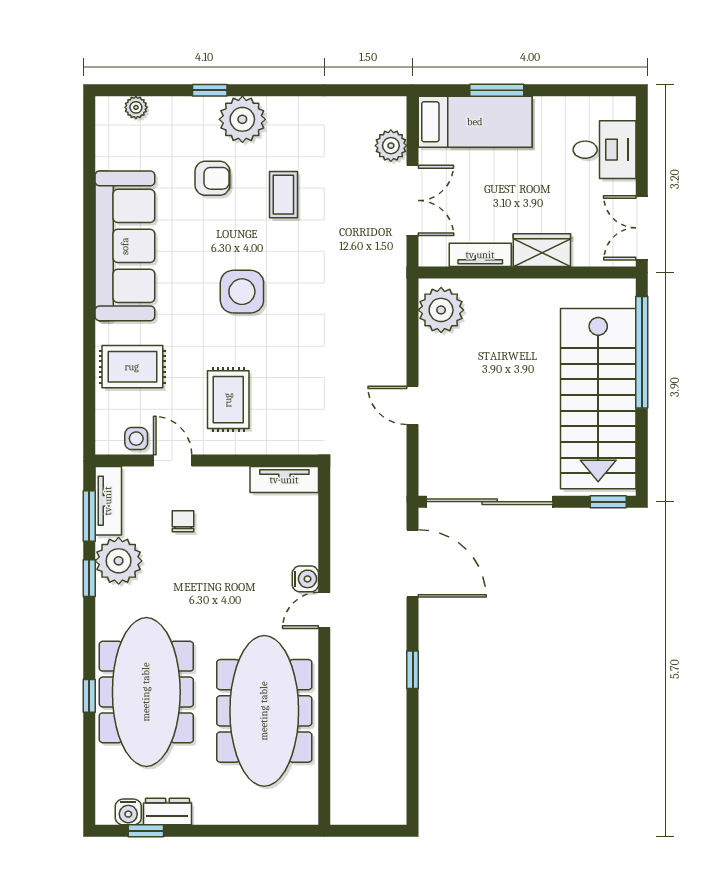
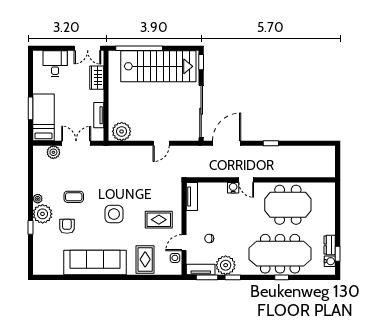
plant: (136, 107) -> (38, 199), moved
wardrobe: (542, 250) -> (97, 78), moved
meeting table: (264, 711) -> (288, 205), width x0.73

